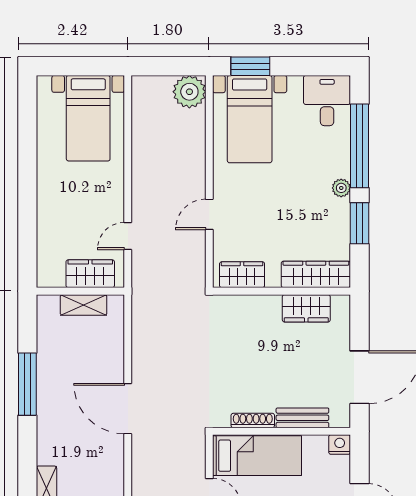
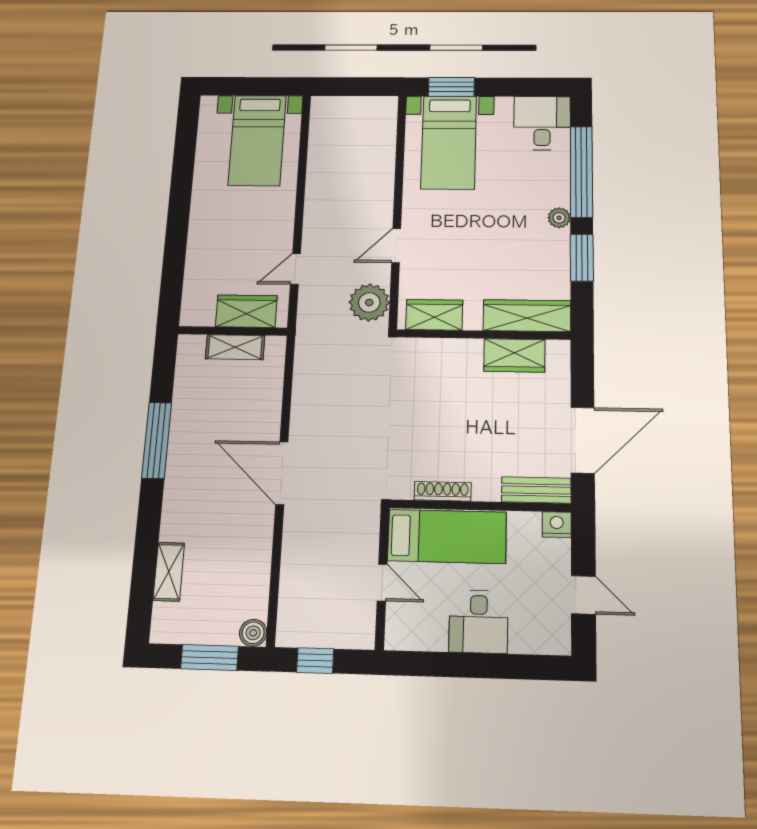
plant: (189, 92) -> (369, 302), moved
bench: (302, 418) -> (536, 490), moved

